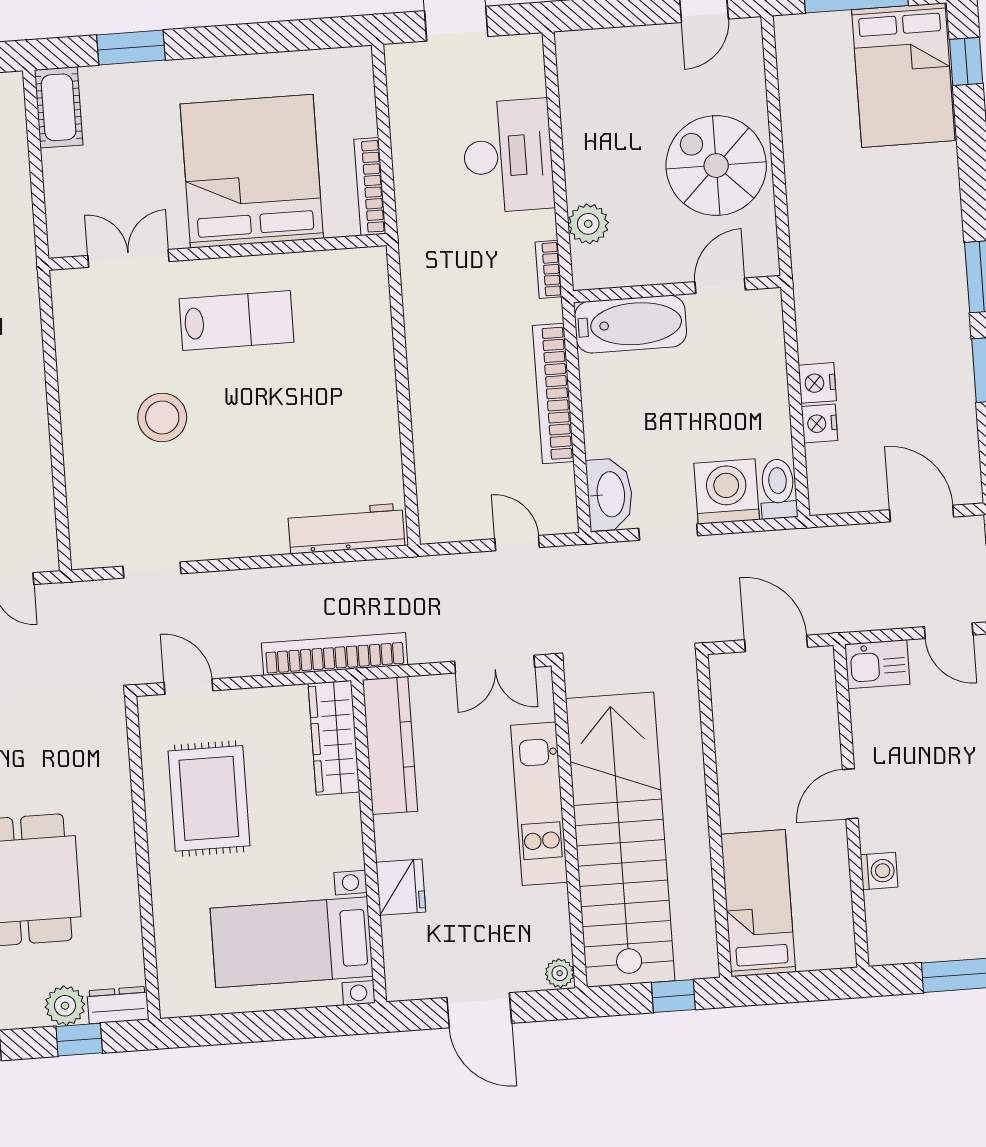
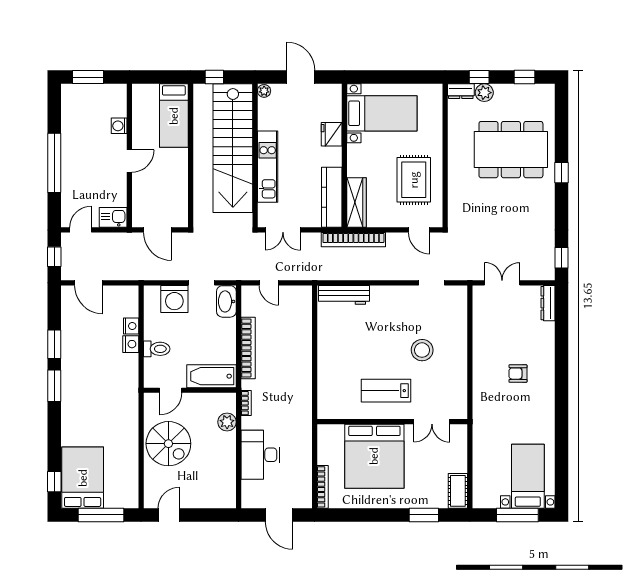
bookcase: (370, 187) -> (323, 487), moved
toilet: (778, 489) -> (157, 349), moved, turned -90
door: (949, 631) -> (81, 230), hinge flipped
double door: (495, 664) -> (283, 230), swing flipped

